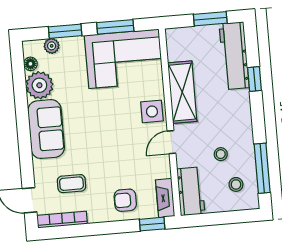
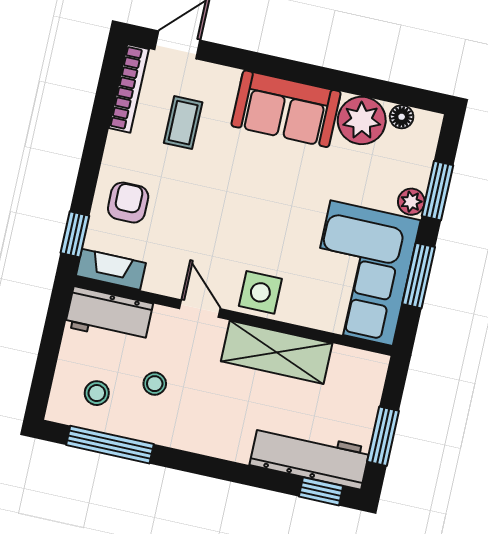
plant: (52, 46) -> (411, 202), moved
window: (254, 79) -> (321, 491), moved

